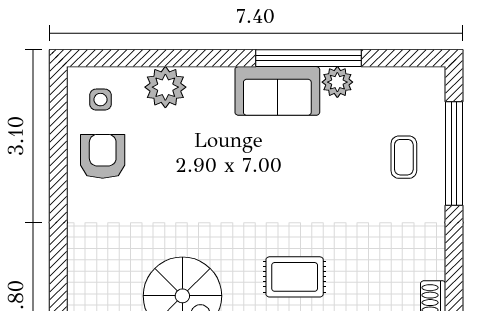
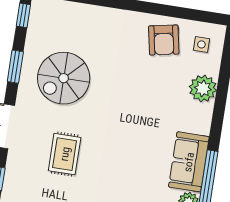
armchair: (103, 156) -> (164, 40), turned 79

